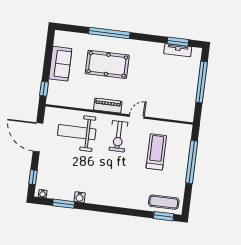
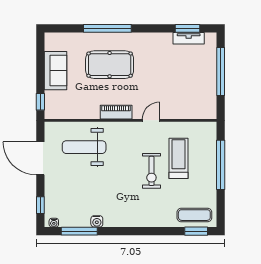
exercise bike: (118, 136) -> (151, 171), moved
window: (64, 204) -> (79, 231), width x1.44

